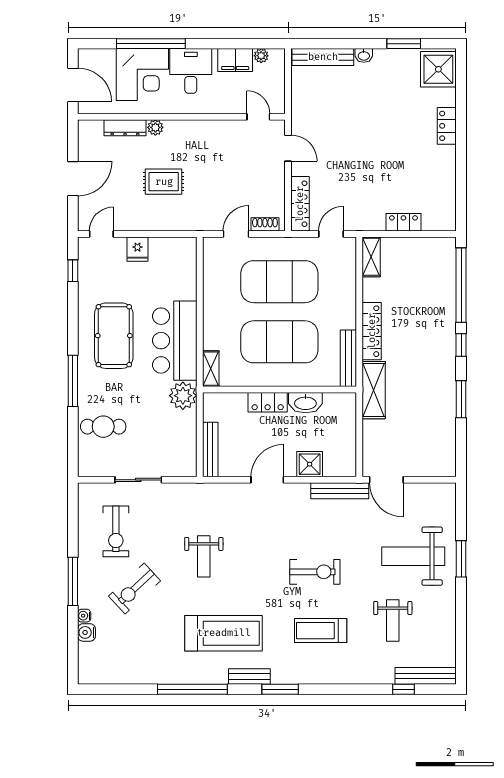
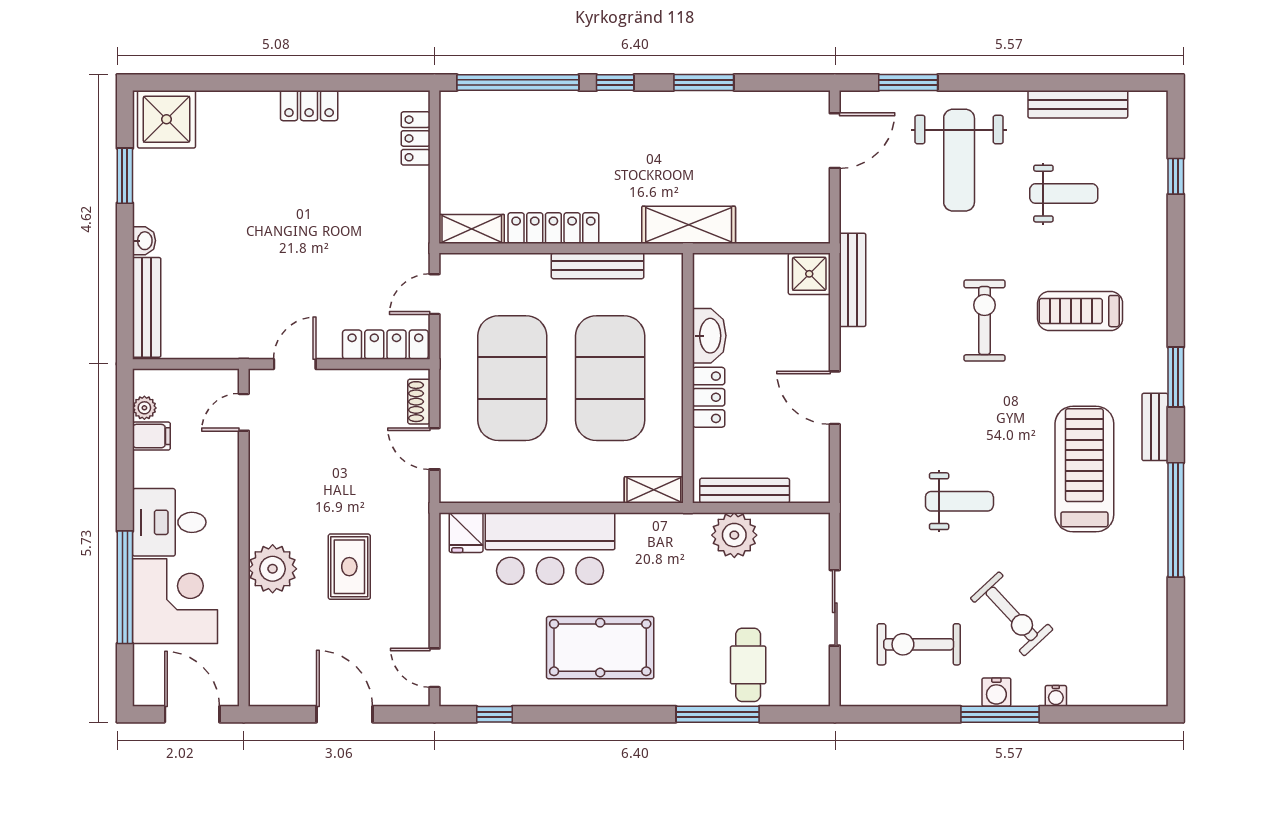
filing cabinet: (235, 60) -> (151, 436), width x0.50
door: (73, 85) -> (192, 714), hinge flipped
locker: (447, 126) -> (309, 106), moved
plant: (155, 127) -> (273, 569), width x1.88, depth x1.88
dresser: (125, 128) -> (262, 629), removed
locker: (403, 222) -> (416, 138), moved
door: (331, 234) -> (434, 294), hinge flipped
fridge: (137, 249) -> (466, 533), moved, turned 90
locker: (372, 331) -> (553, 228), moved
bar counter: (175, 341) -> (550, 548), moved
bench: (348, 358) -> (598, 266), moved
window: (73, 381) -> (718, 714), moved
plant: (183, 396) -> (734, 535), moved
bench: (210, 449) -> (745, 491), moved
shower: (310, 464) -> (809, 274), moved
door: (386, 480) -> (835, 141), moved
exercise bike: (116, 531) -> (919, 644), turned 180
window: (461, 559) -> (908, 83), moved
treadmill: (321, 631) -> (1080, 311), turned 90
water cooler: (86, 632) -> (996, 692), moved
bench: (426, 676) -> (1078, 104), moved, turned 90

